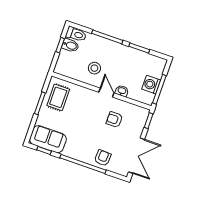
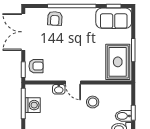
rug: (58, 97) -> (118, 62), width x1.36, depth x1.43
armchair: (114, 120) -> (36, 66), moved

